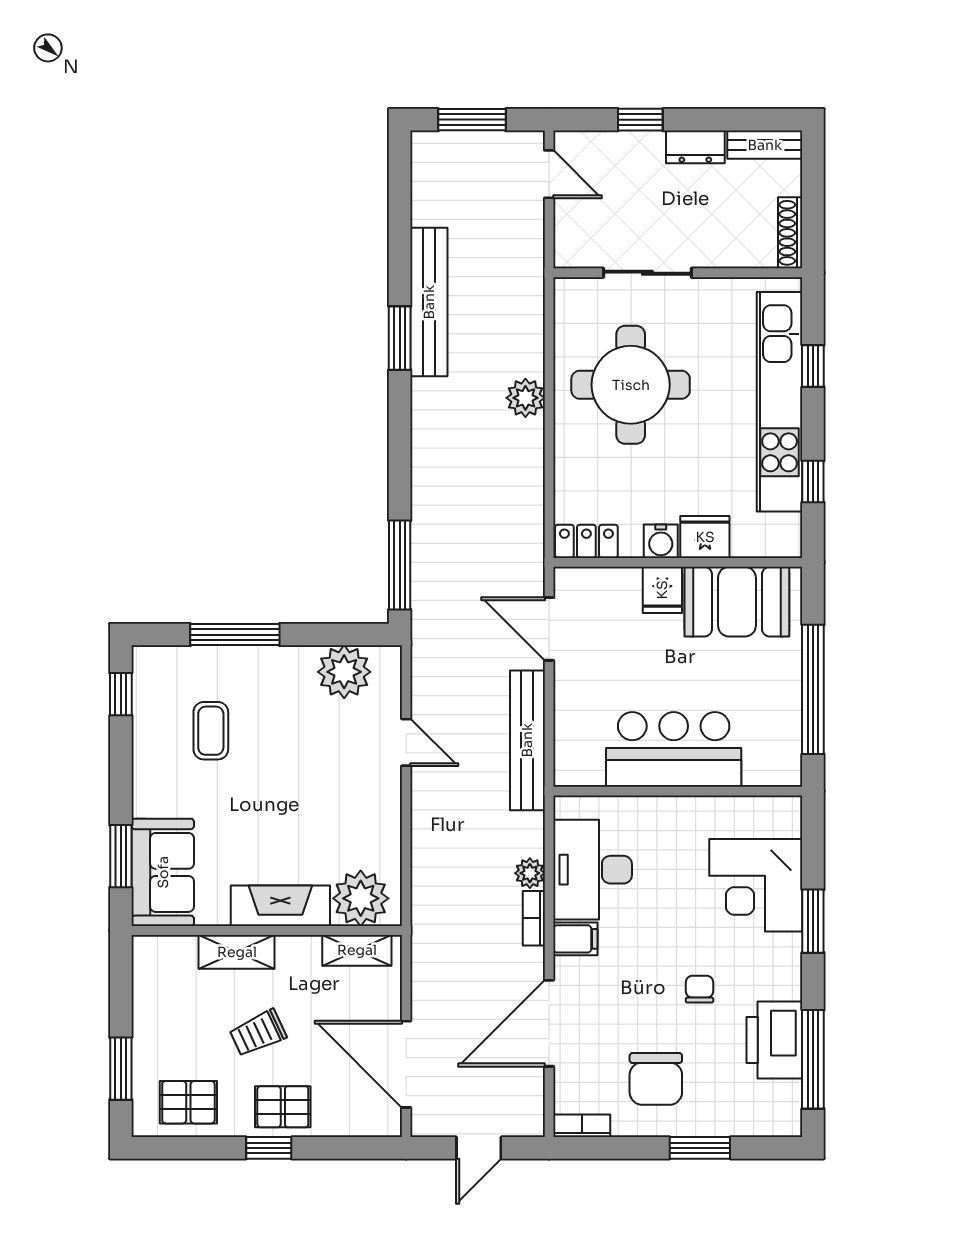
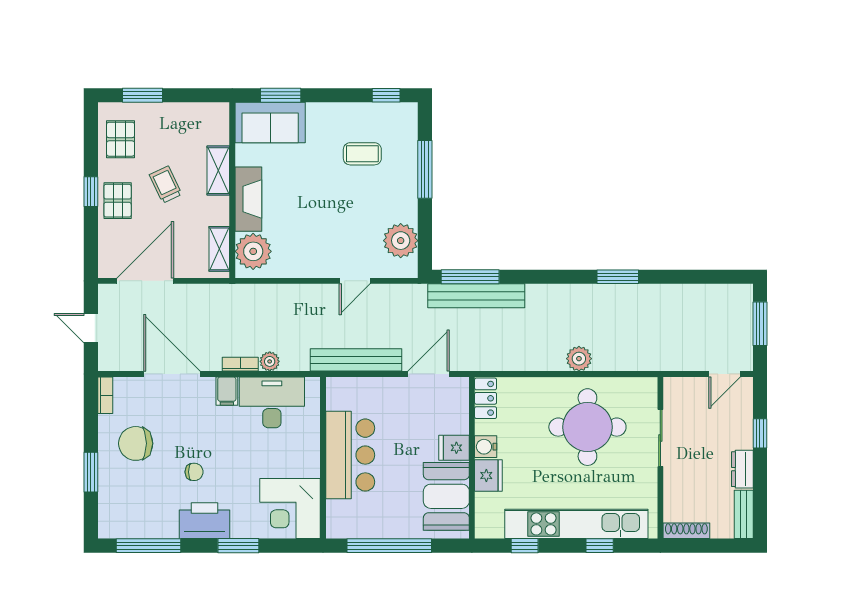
bench: (429, 302) -> (476, 296), moved
corner desk: (756, 885) -> (290, 509), moved, turned -90
printer: (774, 1040) -> (204, 521), moved

